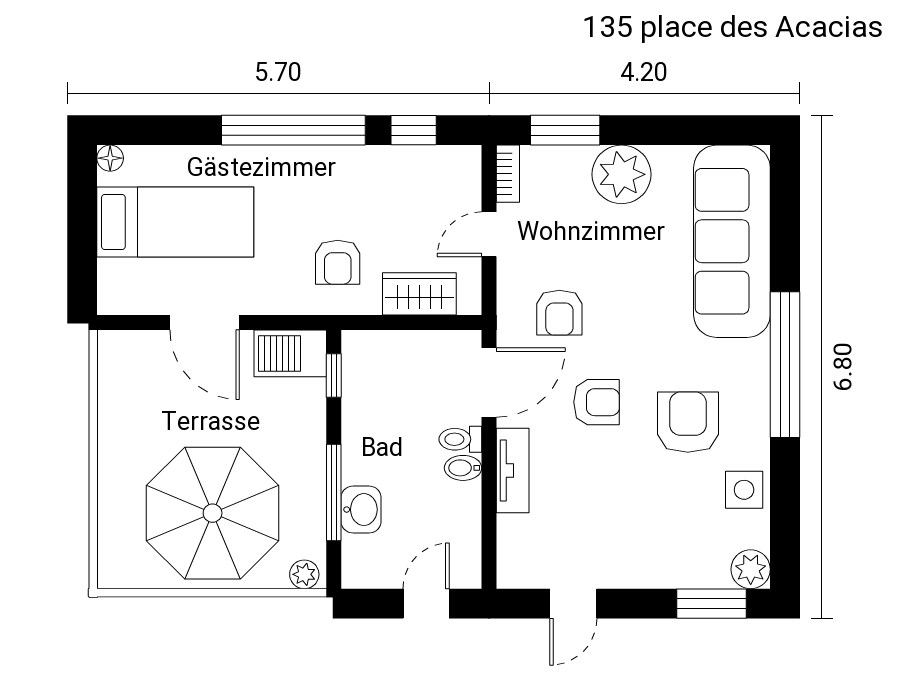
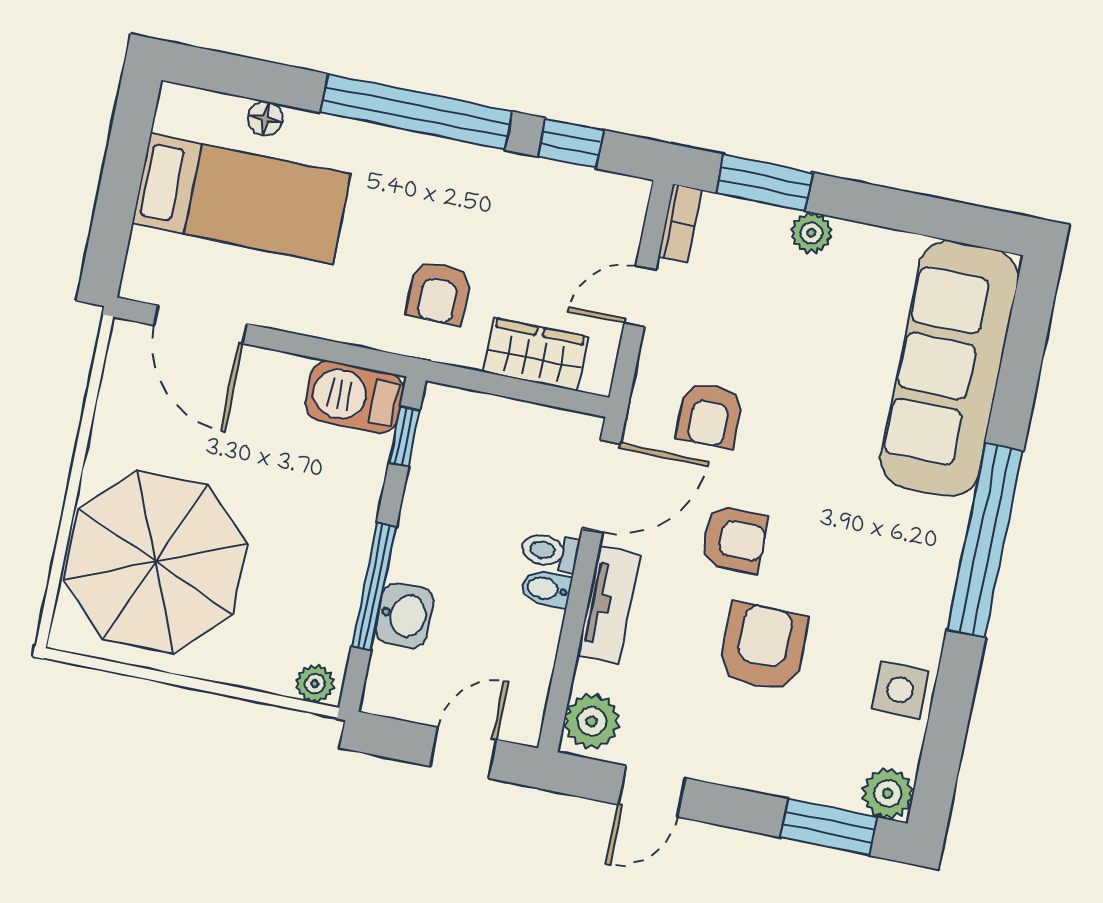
floor lamp: (110, 158) -> (265, 118), moved
plant: (622, 174) -> (811, 233), width x0.53, depth x0.53
door: (205, 323) -> (201, 325), moved
armchair: (688, 422) -> (763, 647), moved
parasol: (213, 513) -> (155, 562), moved
plant: (518, 560) -> (592, 721), added

